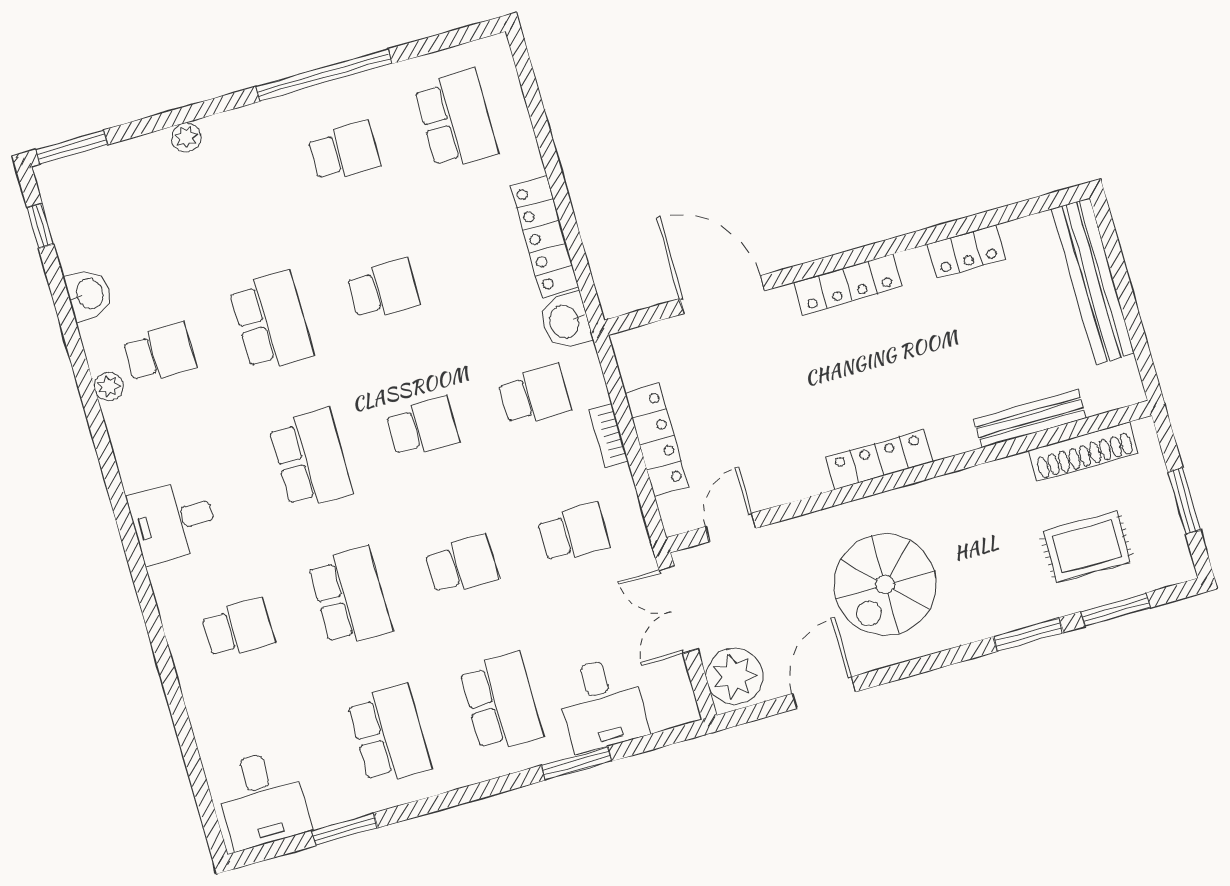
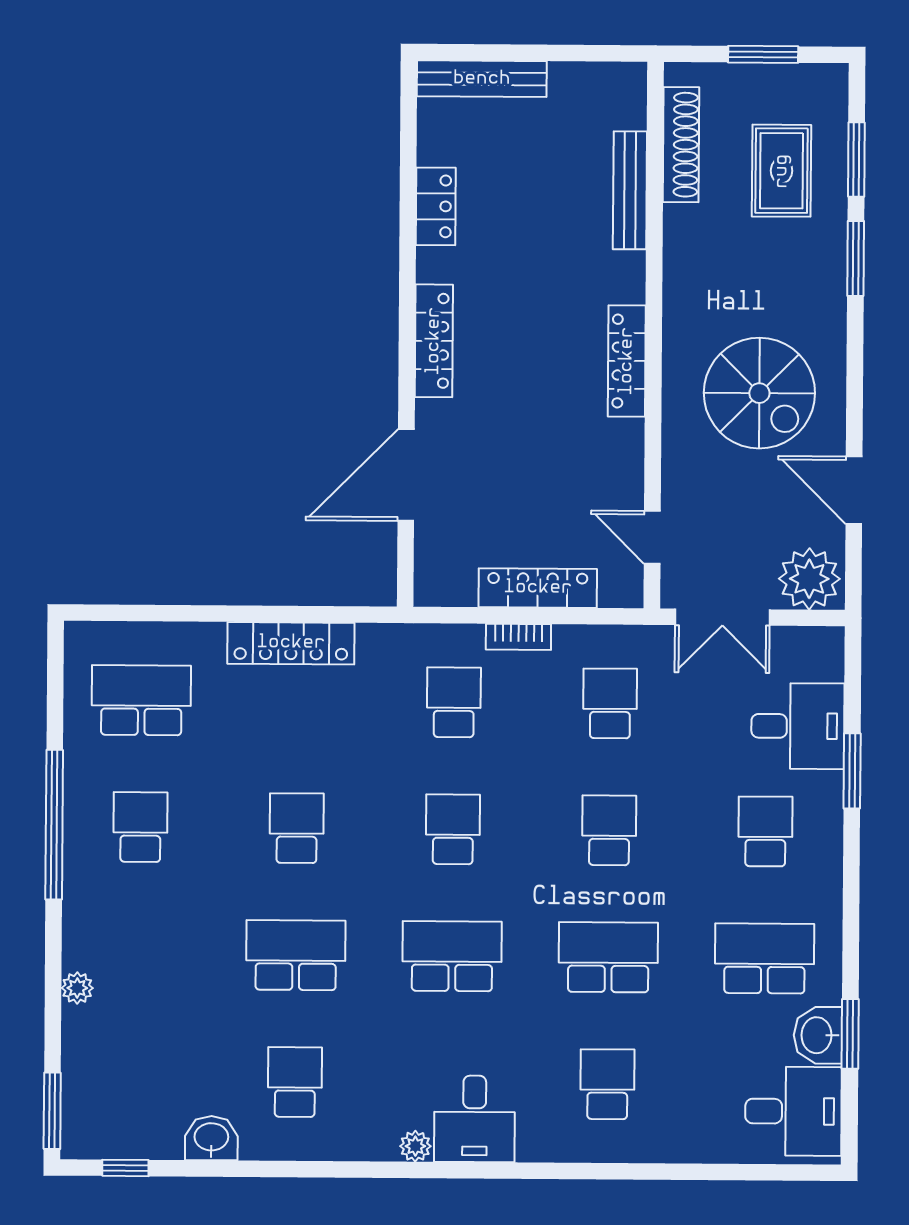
bench: (1093, 281) -> (482, 79), width x0.73, depth x0.82
washbasin: (566, 321) -> (818, 1035), moved, turned 90
plant: (109, 387) -> (415, 1146), moved
school desk: (501, 703) -> (765, 831), width x0.54

